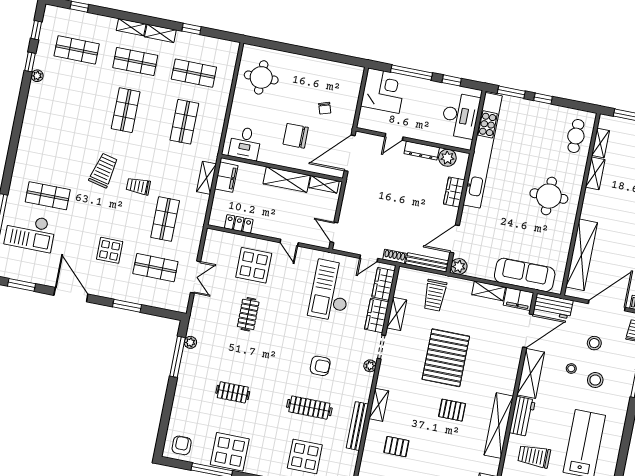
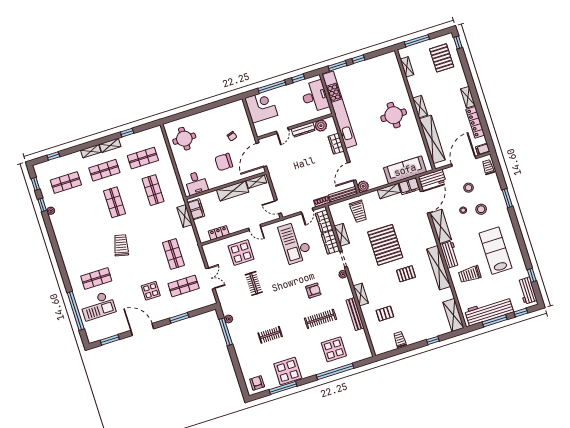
cafe table: (576, 136) -> (390, 71), removed
shelving: (595, 173) -> (420, 107), moved
trolley: (138, 186) -> (147, 243), removed

